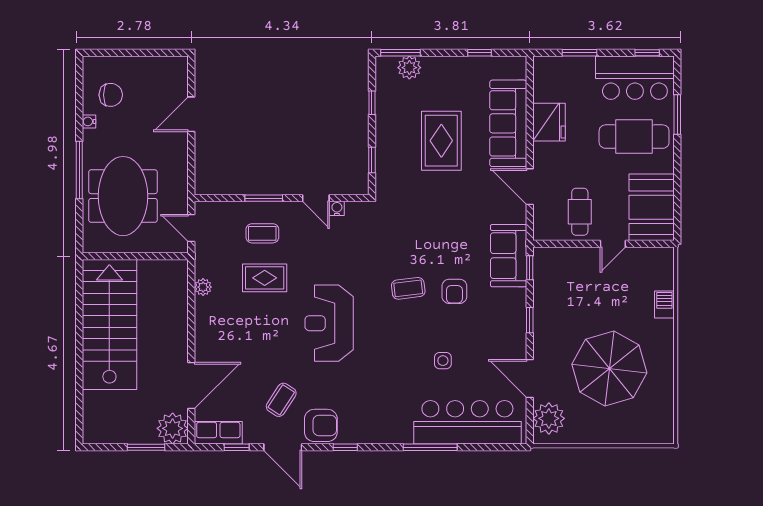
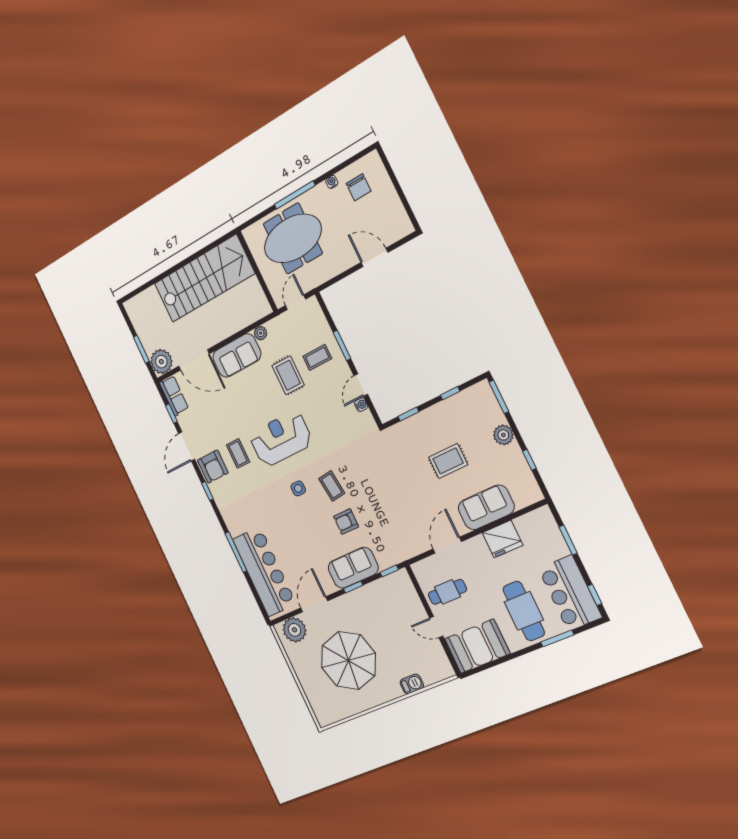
plant: (409, 68) -> (503, 435), moved
sofa: (508, 123) -> (486, 507), width x0.73
rug: (441, 141) -> (448, 461), width x0.73, depth x0.70
coffee table: (262, 233) -> (317, 357), turned 90
sofa: (509, 256) -> (353, 568), moved
sofa: (213, 329) -> (237, 356), added
side table: (443, 361) -> (298, 488), moved
coffee table: (281, 400) -> (238, 453), moved, turned 57

